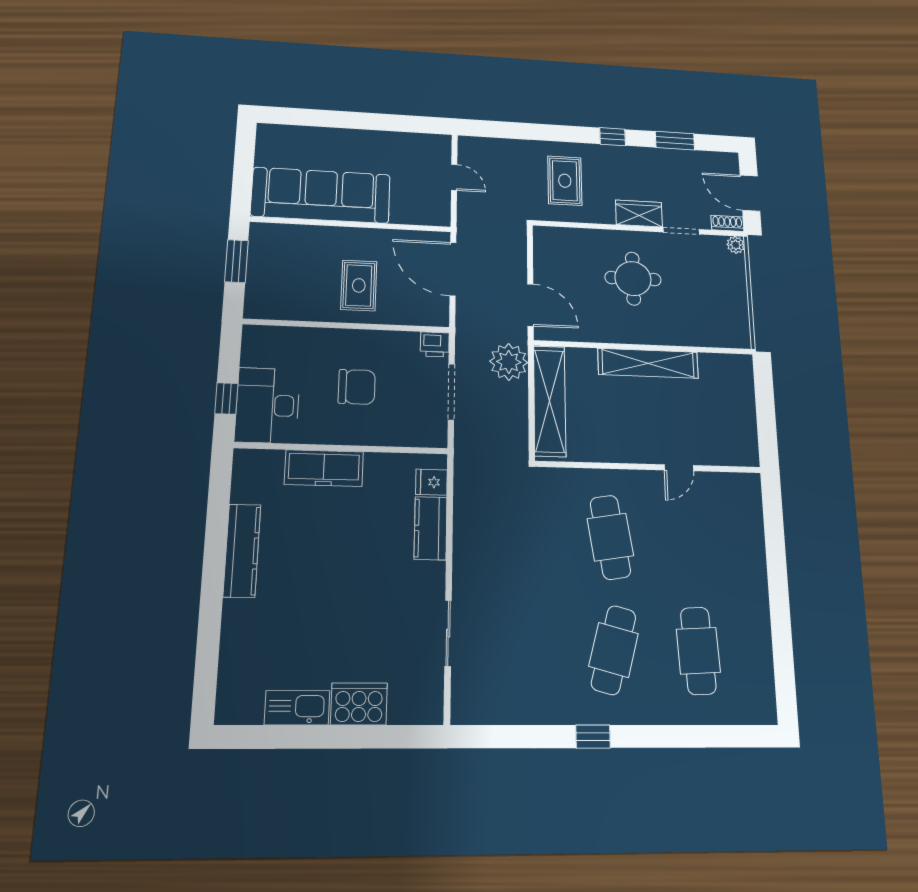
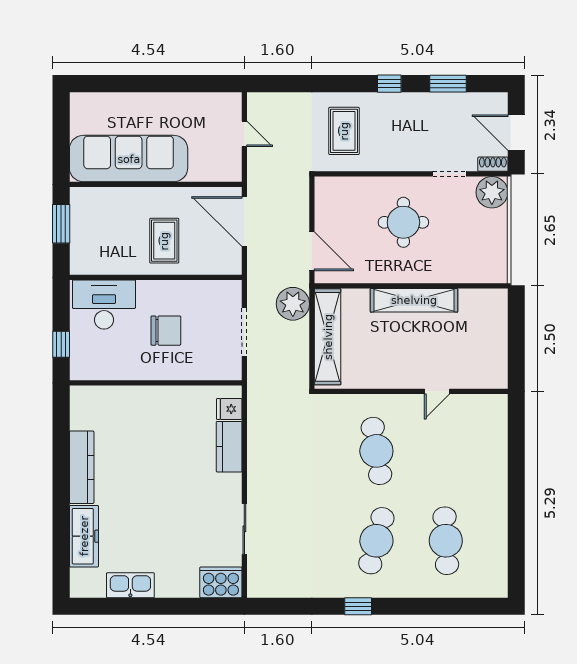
wardrobe: (639, 213) -> (411, 159), removed
plant: (736, 245) -> (492, 192), width x1.88, depth x1.88
printer: (435, 344) -> (230, 291), removed
desk: (267, 405) -> (104, 305), moved, turned 90
freezer: (324, 468) -> (84, 536), moved, turned -90
cooker: (359, 704) -> (221, 582), moved

